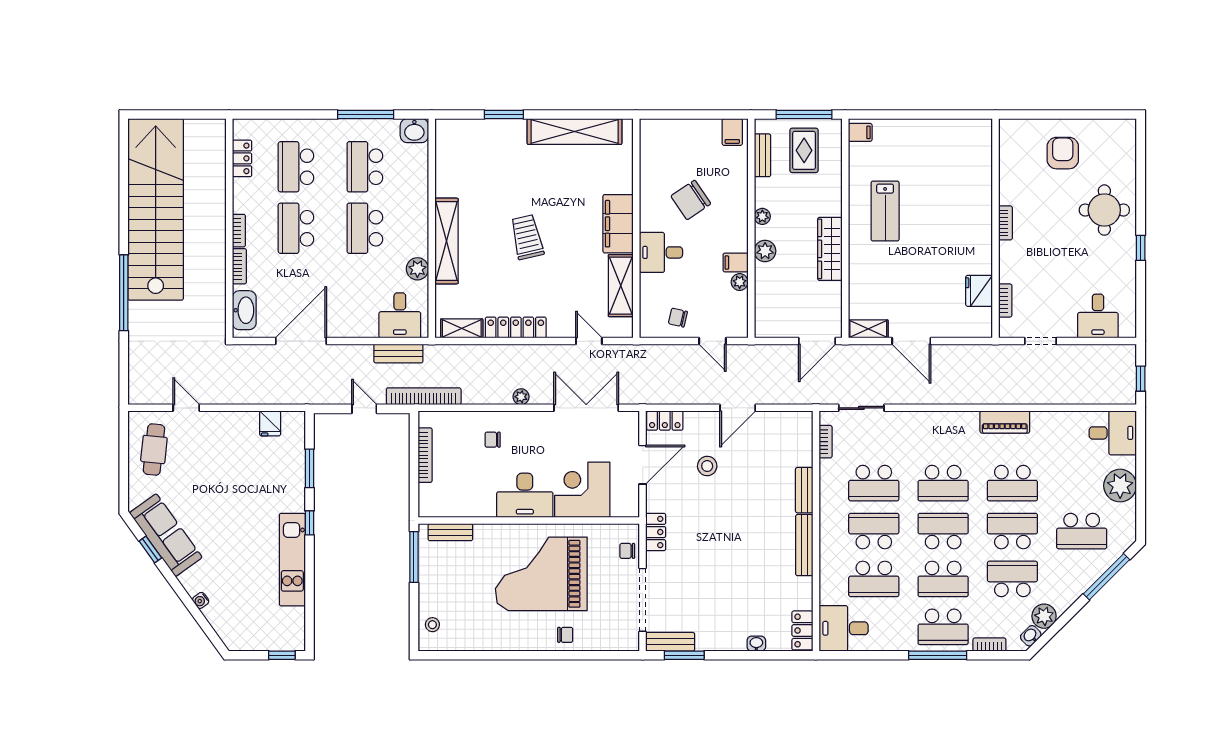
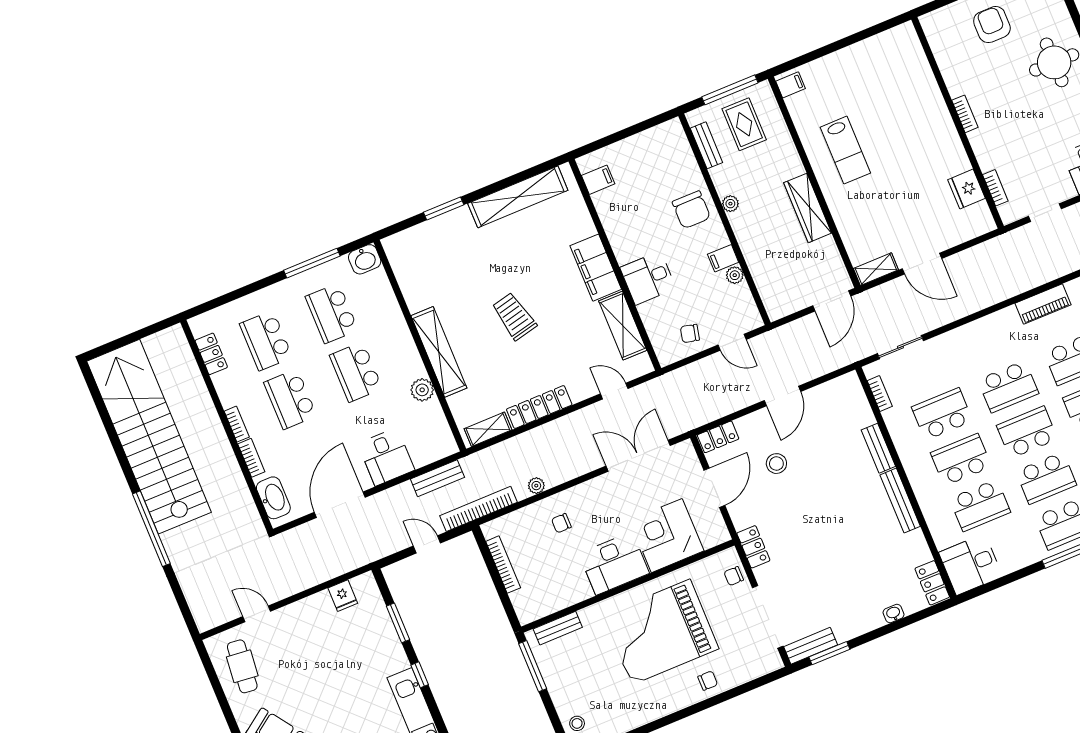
filing cabinet: (732, 132) -> (598, 180), moved, turned -90
chair: (691, 200) -> (691, 210), moved, turned -56
plant: (765, 251) -> (747, 236), removed
desk: (400, 315) -> (386, 457), moved
plant: (521, 397) -> (536, 486), moved
school desk: (874, 483) -> (942, 414), turned 180

